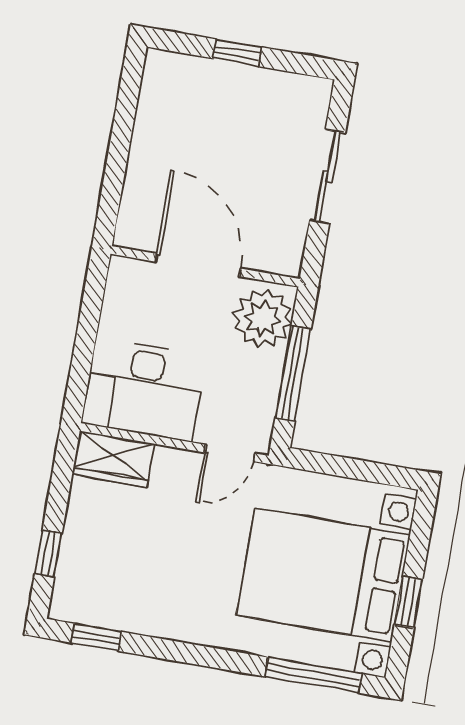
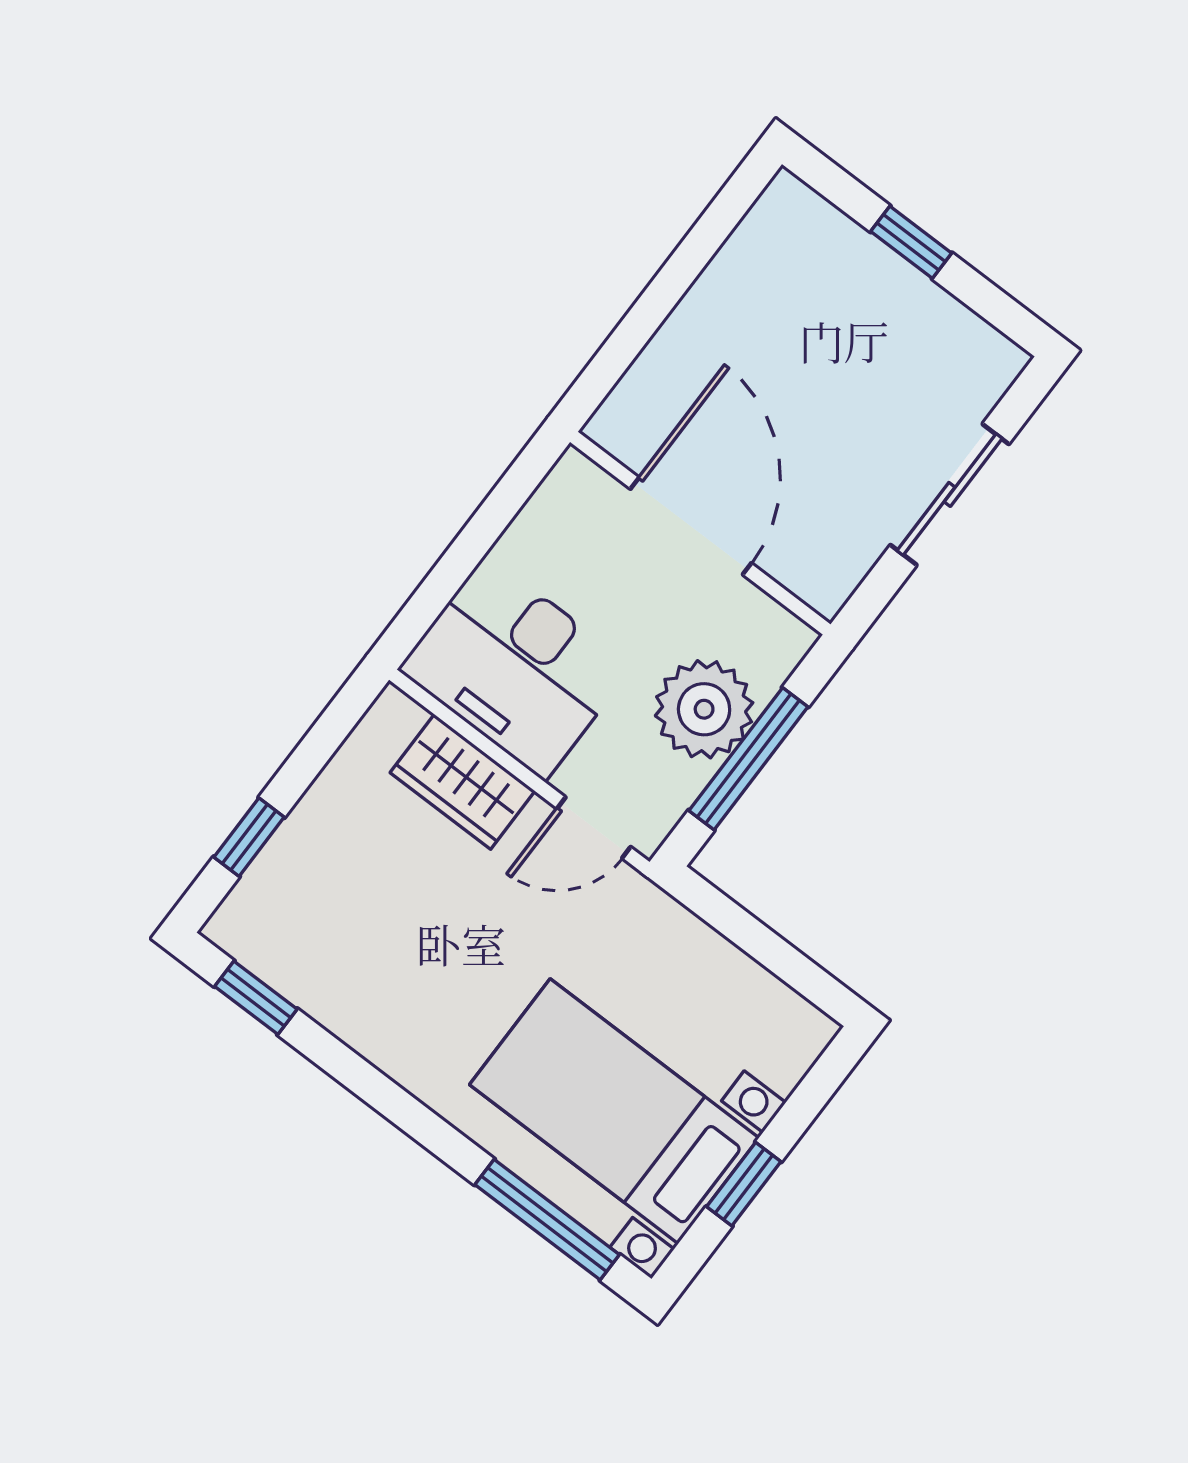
plant: (263, 318) -> (704, 709), moved
wardrobe: (113, 459) -> (463, 782), moved
bed with nightstands: (323, 575) -> (614, 1111), width x0.73

